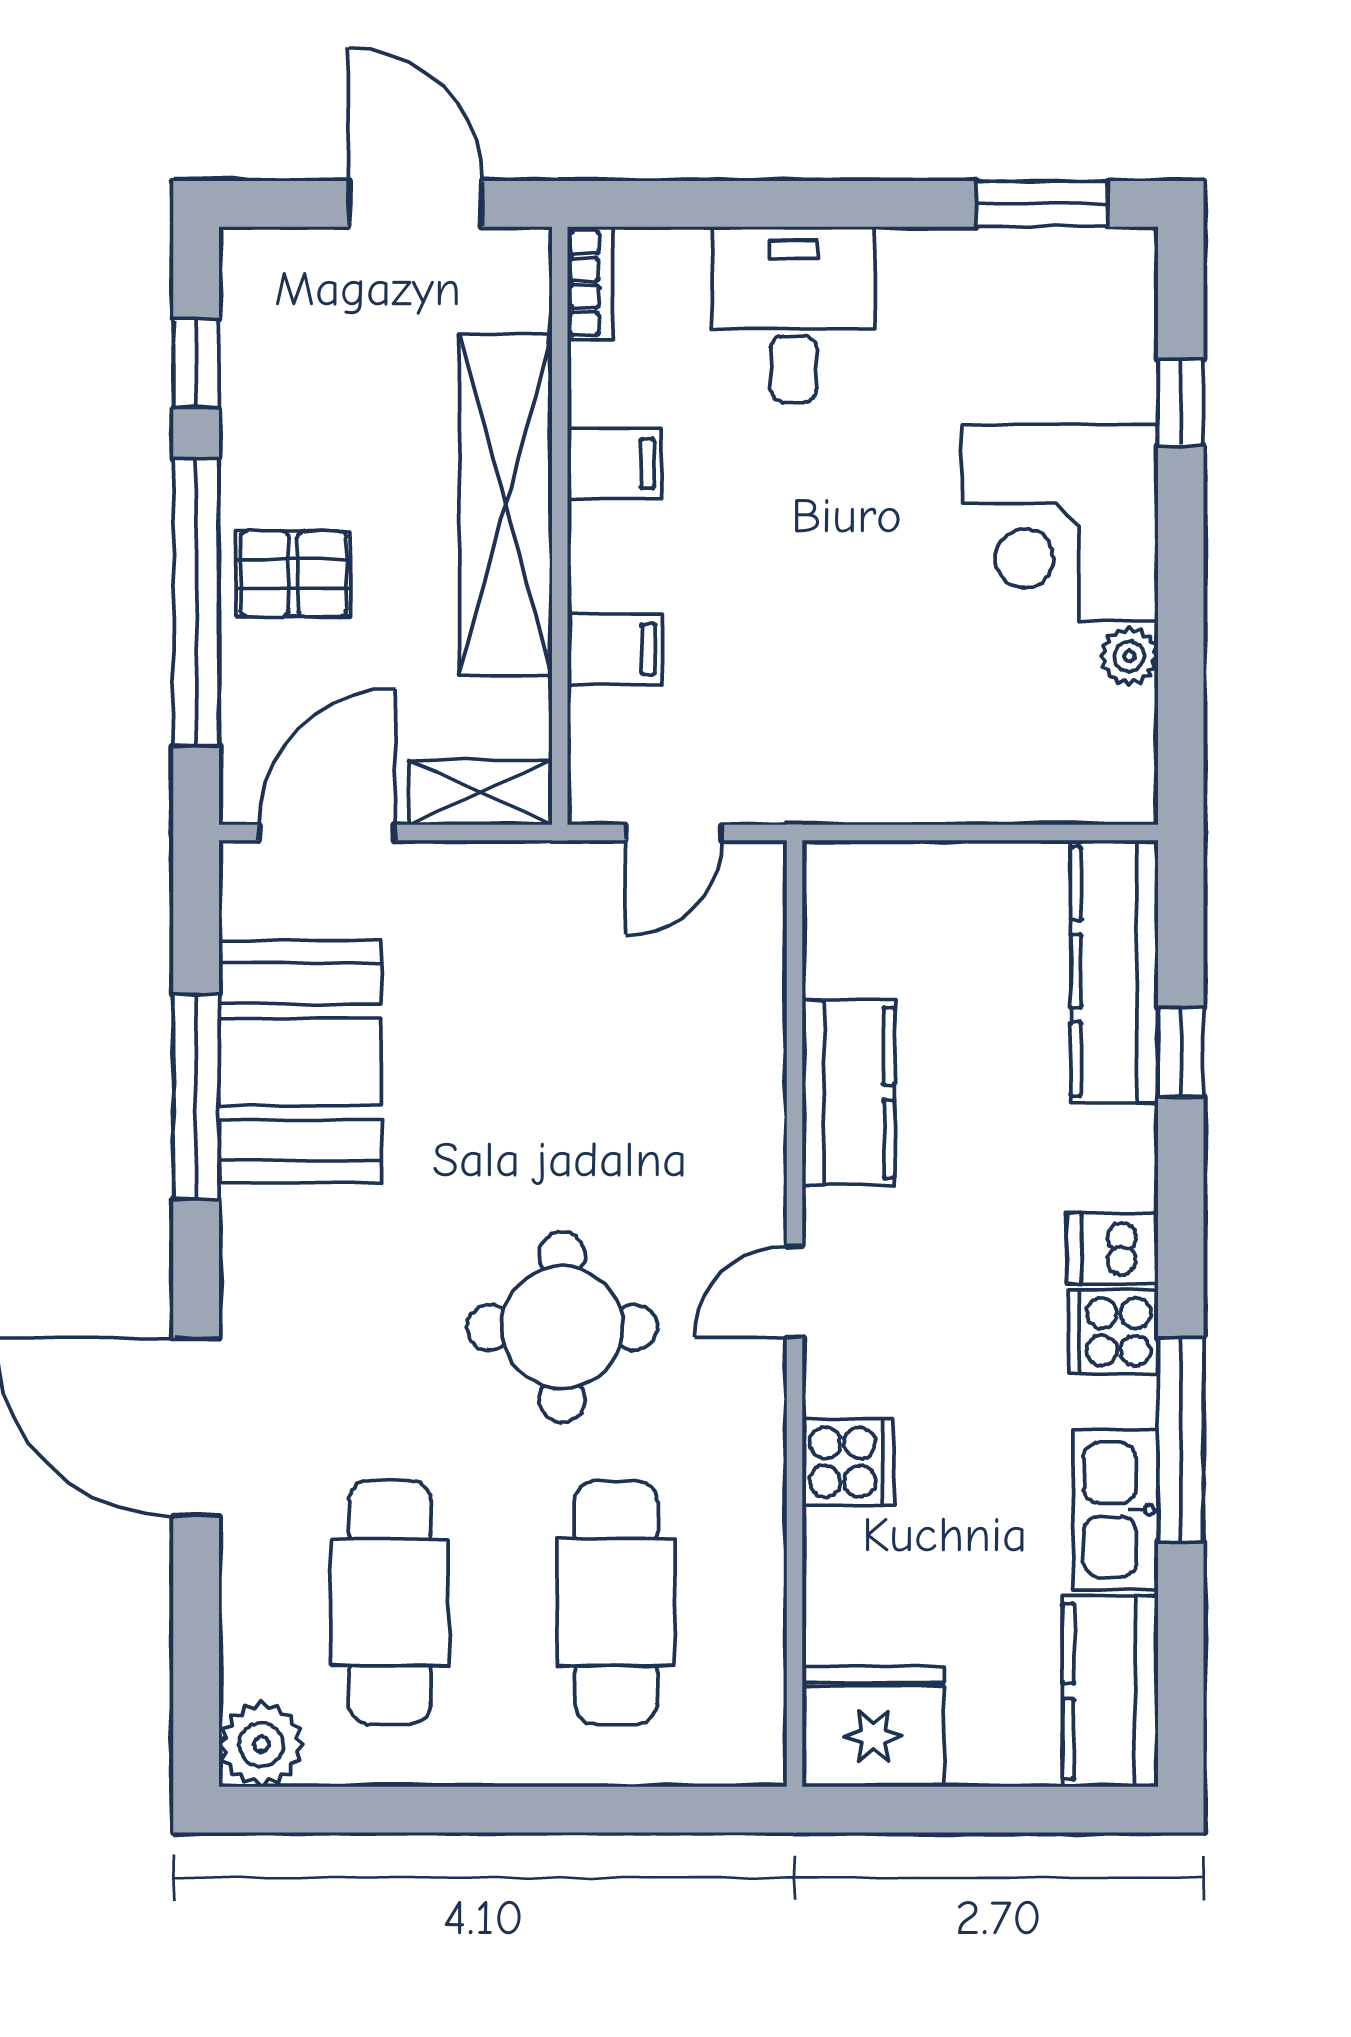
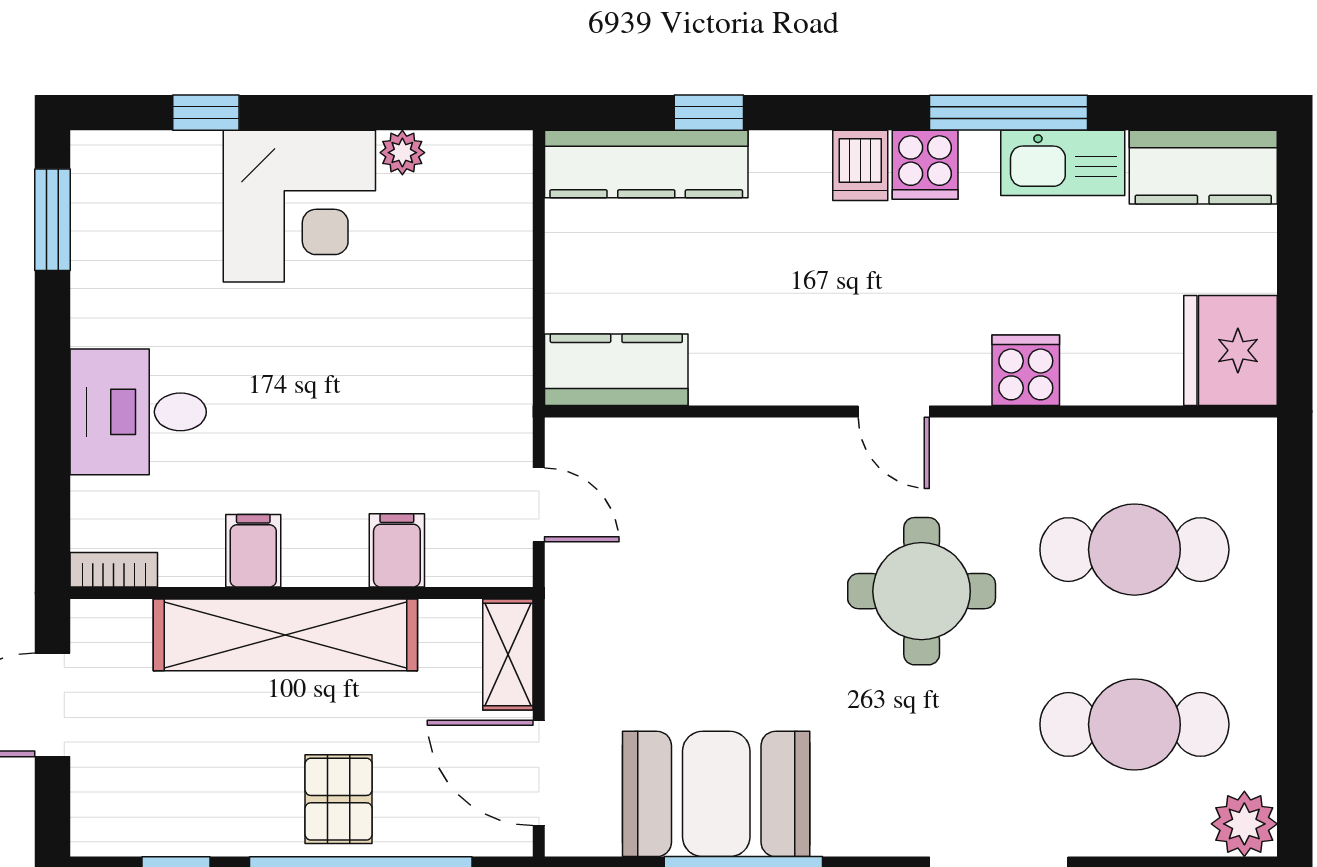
kitchen counter: (848, 1093) -> (616, 370), moved

